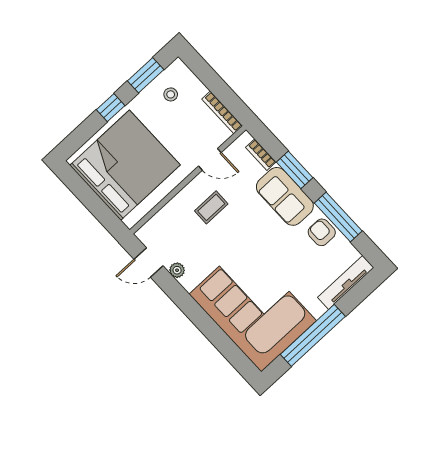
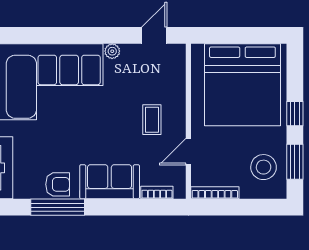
stool: (171, 94) -> (264, 167), width x1.89, depth x1.89
window: (295, 170) -> (123, 207), removed
plant: (177, 270) -> (112, 51), moved

